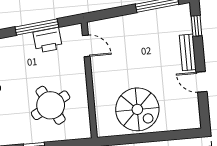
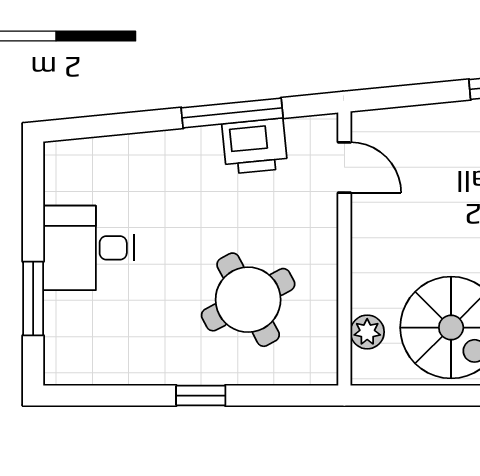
plant: (102, 114) -> (367, 332), added

